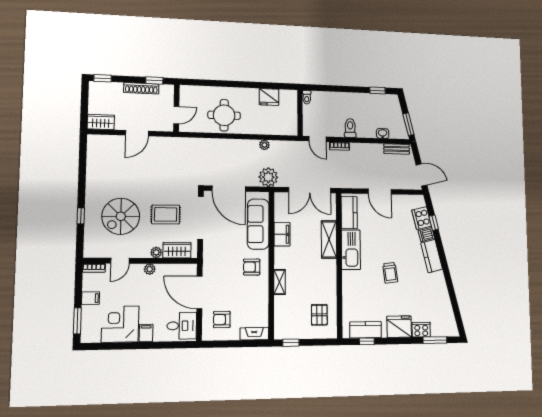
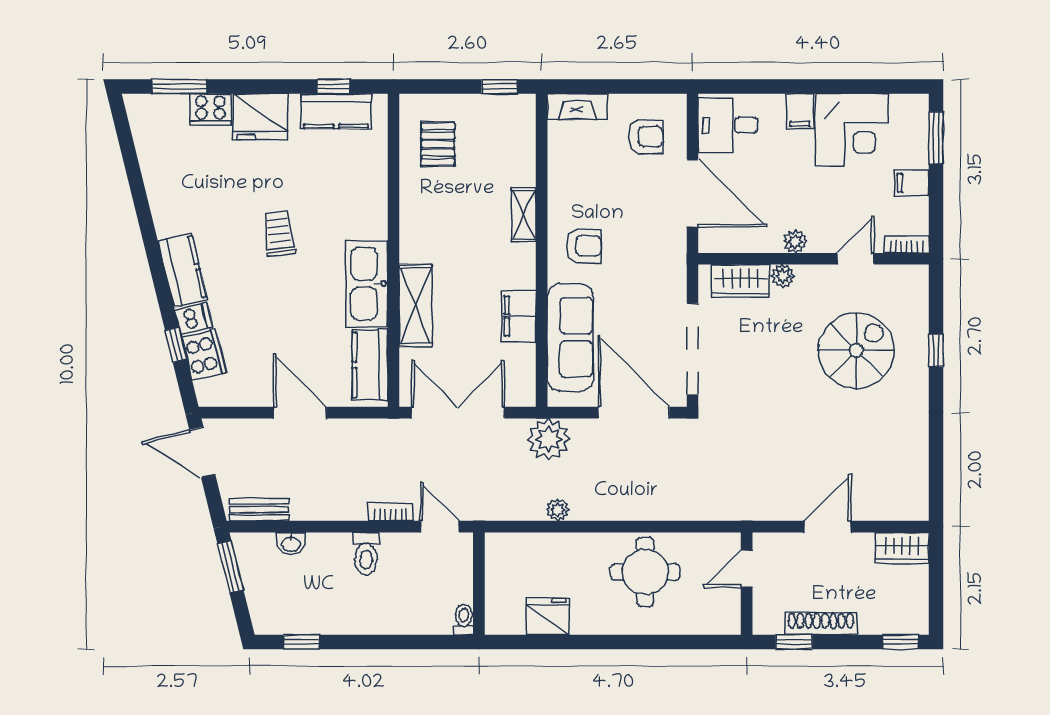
rug: (166, 214) -> (765, 356), removed

